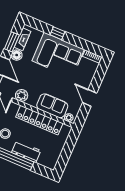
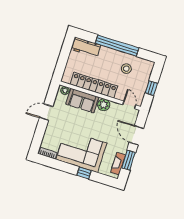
floor lamp: (17, 55) -> (122, 147), removed
plant: (22, 95) -> (104, 105), moved
door: (90, 98) -> (46, 112), swing flipped
workbench: (26, 151) -> (86, 47), moved

